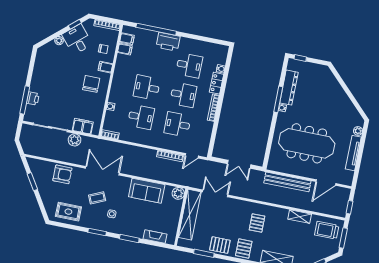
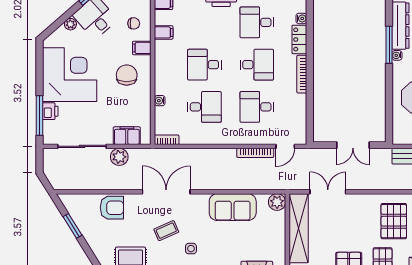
filing cabinet: (125, 49) -> (164, 32), moved
desk: (189, 65) -> (257, 22), turned 180
corner desk: (51, 76) -> (70, 75), added
pallet: (257, 223) -> (394, 221), width x1.50, depth x1.42

